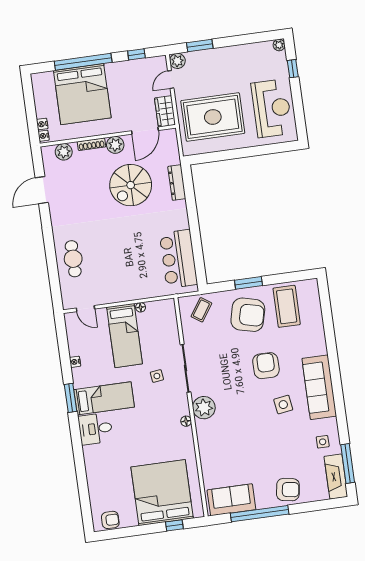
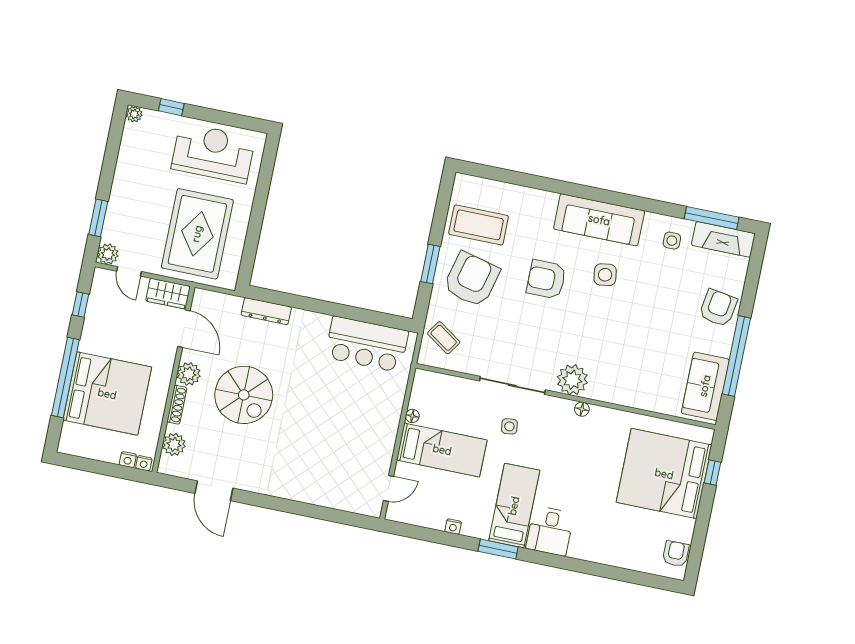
spiral stairs: (131, 185) -> (244, 395), moved
cafe table: (73, 259) -> (318, 481), removed

